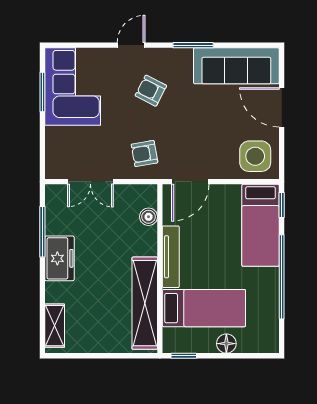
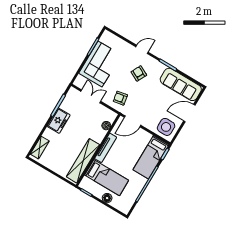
corner sofa: (73, 87) -> (100, 64), moved
door: (282, 107) -> (189, 113), hinge flipped
double door: (90, 182) -> (91, 96), swing flipped

